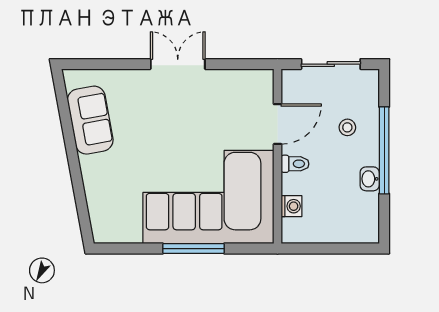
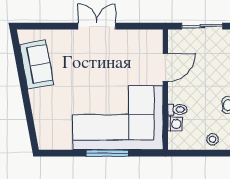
stool: (347, 127) -> (213, 139), moved
toilet: (295, 164) -> (178, 110), moved

